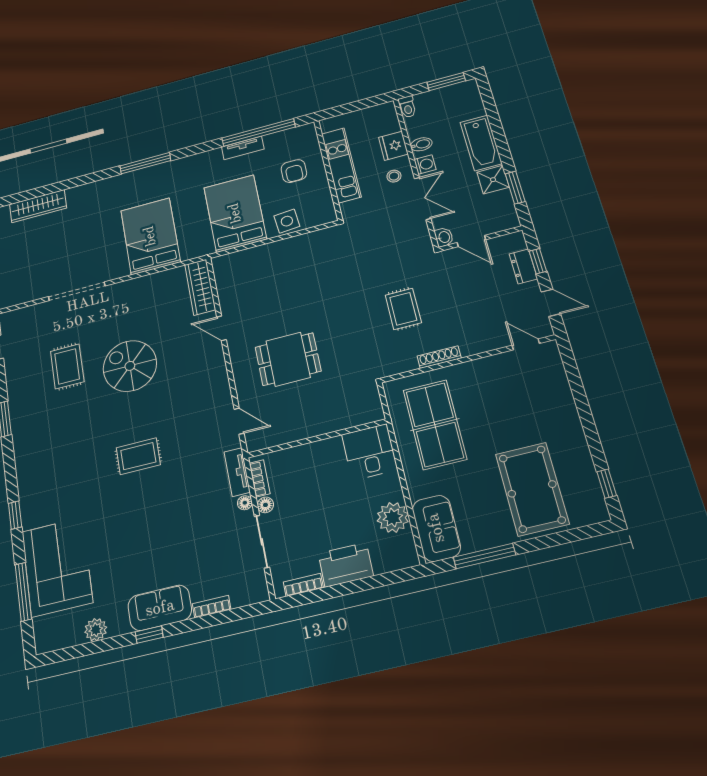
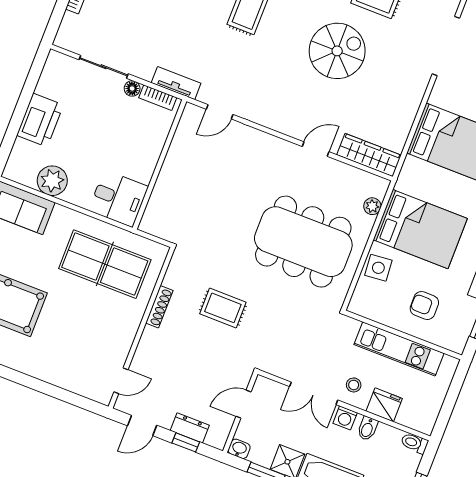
washbasin: (444, 237) -> (239, 449), moved, turned 180
plant: (240, 258) -> (372, 206), added
dining table: (288, 359) -> (303, 242), moved, width x1.87, depth x1.24
floor lamp: (245, 503) -> (145, 73), removed
bookcase: (303, 585) -> (47, 77), removed

